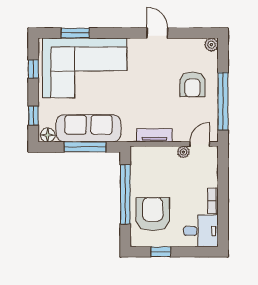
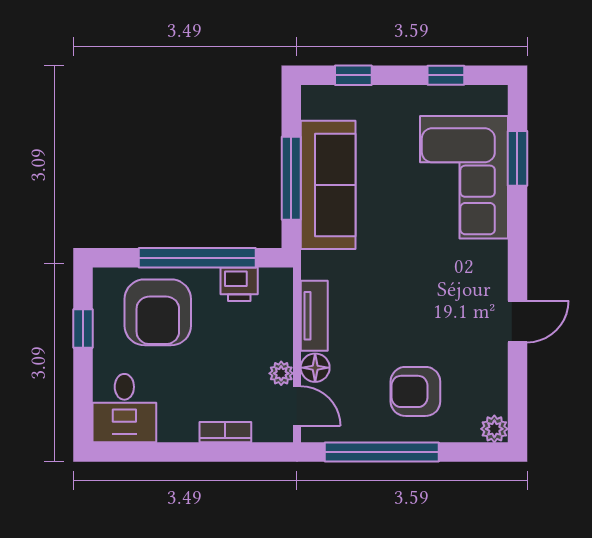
corner sofa: (85, 68) -> (464, 177), width x0.73, depth x0.74
floor lamp: (48, 135) -> (315, 368), moved
printer: (139, 173) -> (239, 284), added
bookcase: (213, 201) -> (225, 432), moved
armchair: (153, 214) -> (158, 312), turned 90

